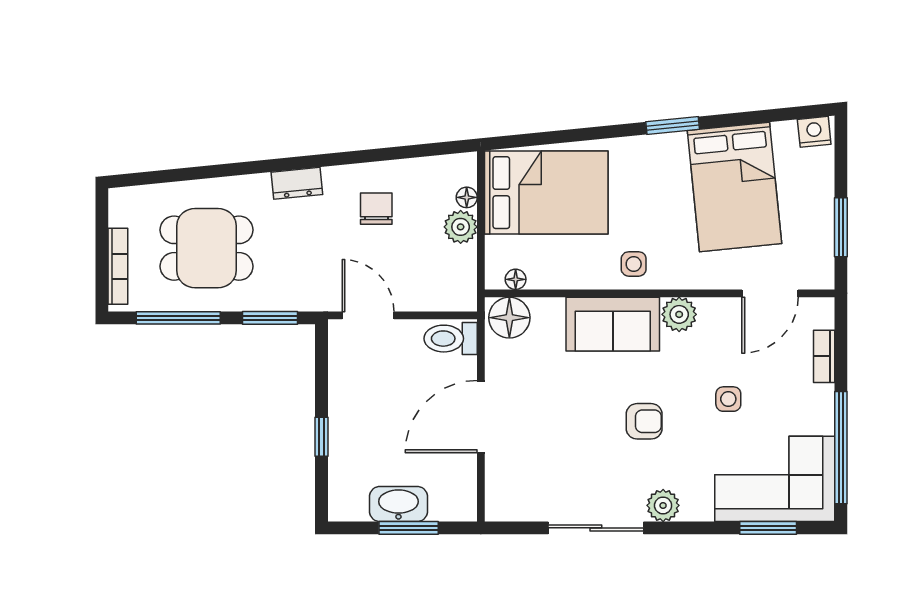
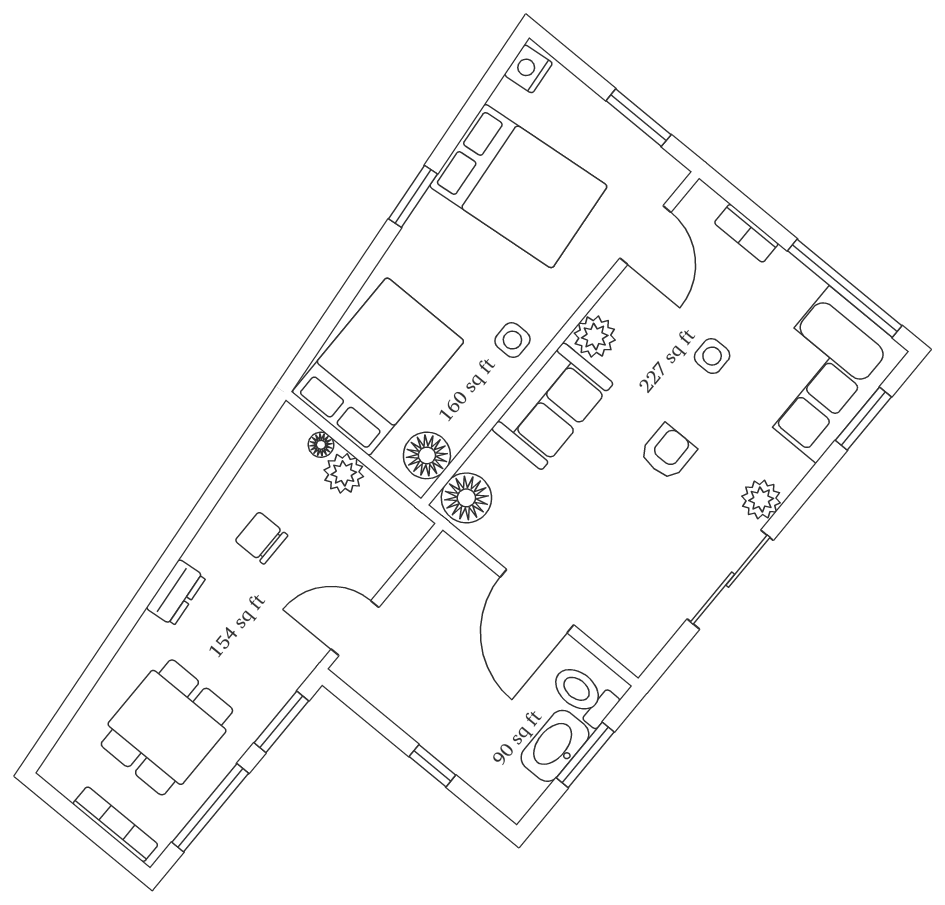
floor lamp: (516, 279) -> (427, 455), width x1.89, depth x1.89
toilet: (451, 339) -> (584, 695), moved, turned 90

